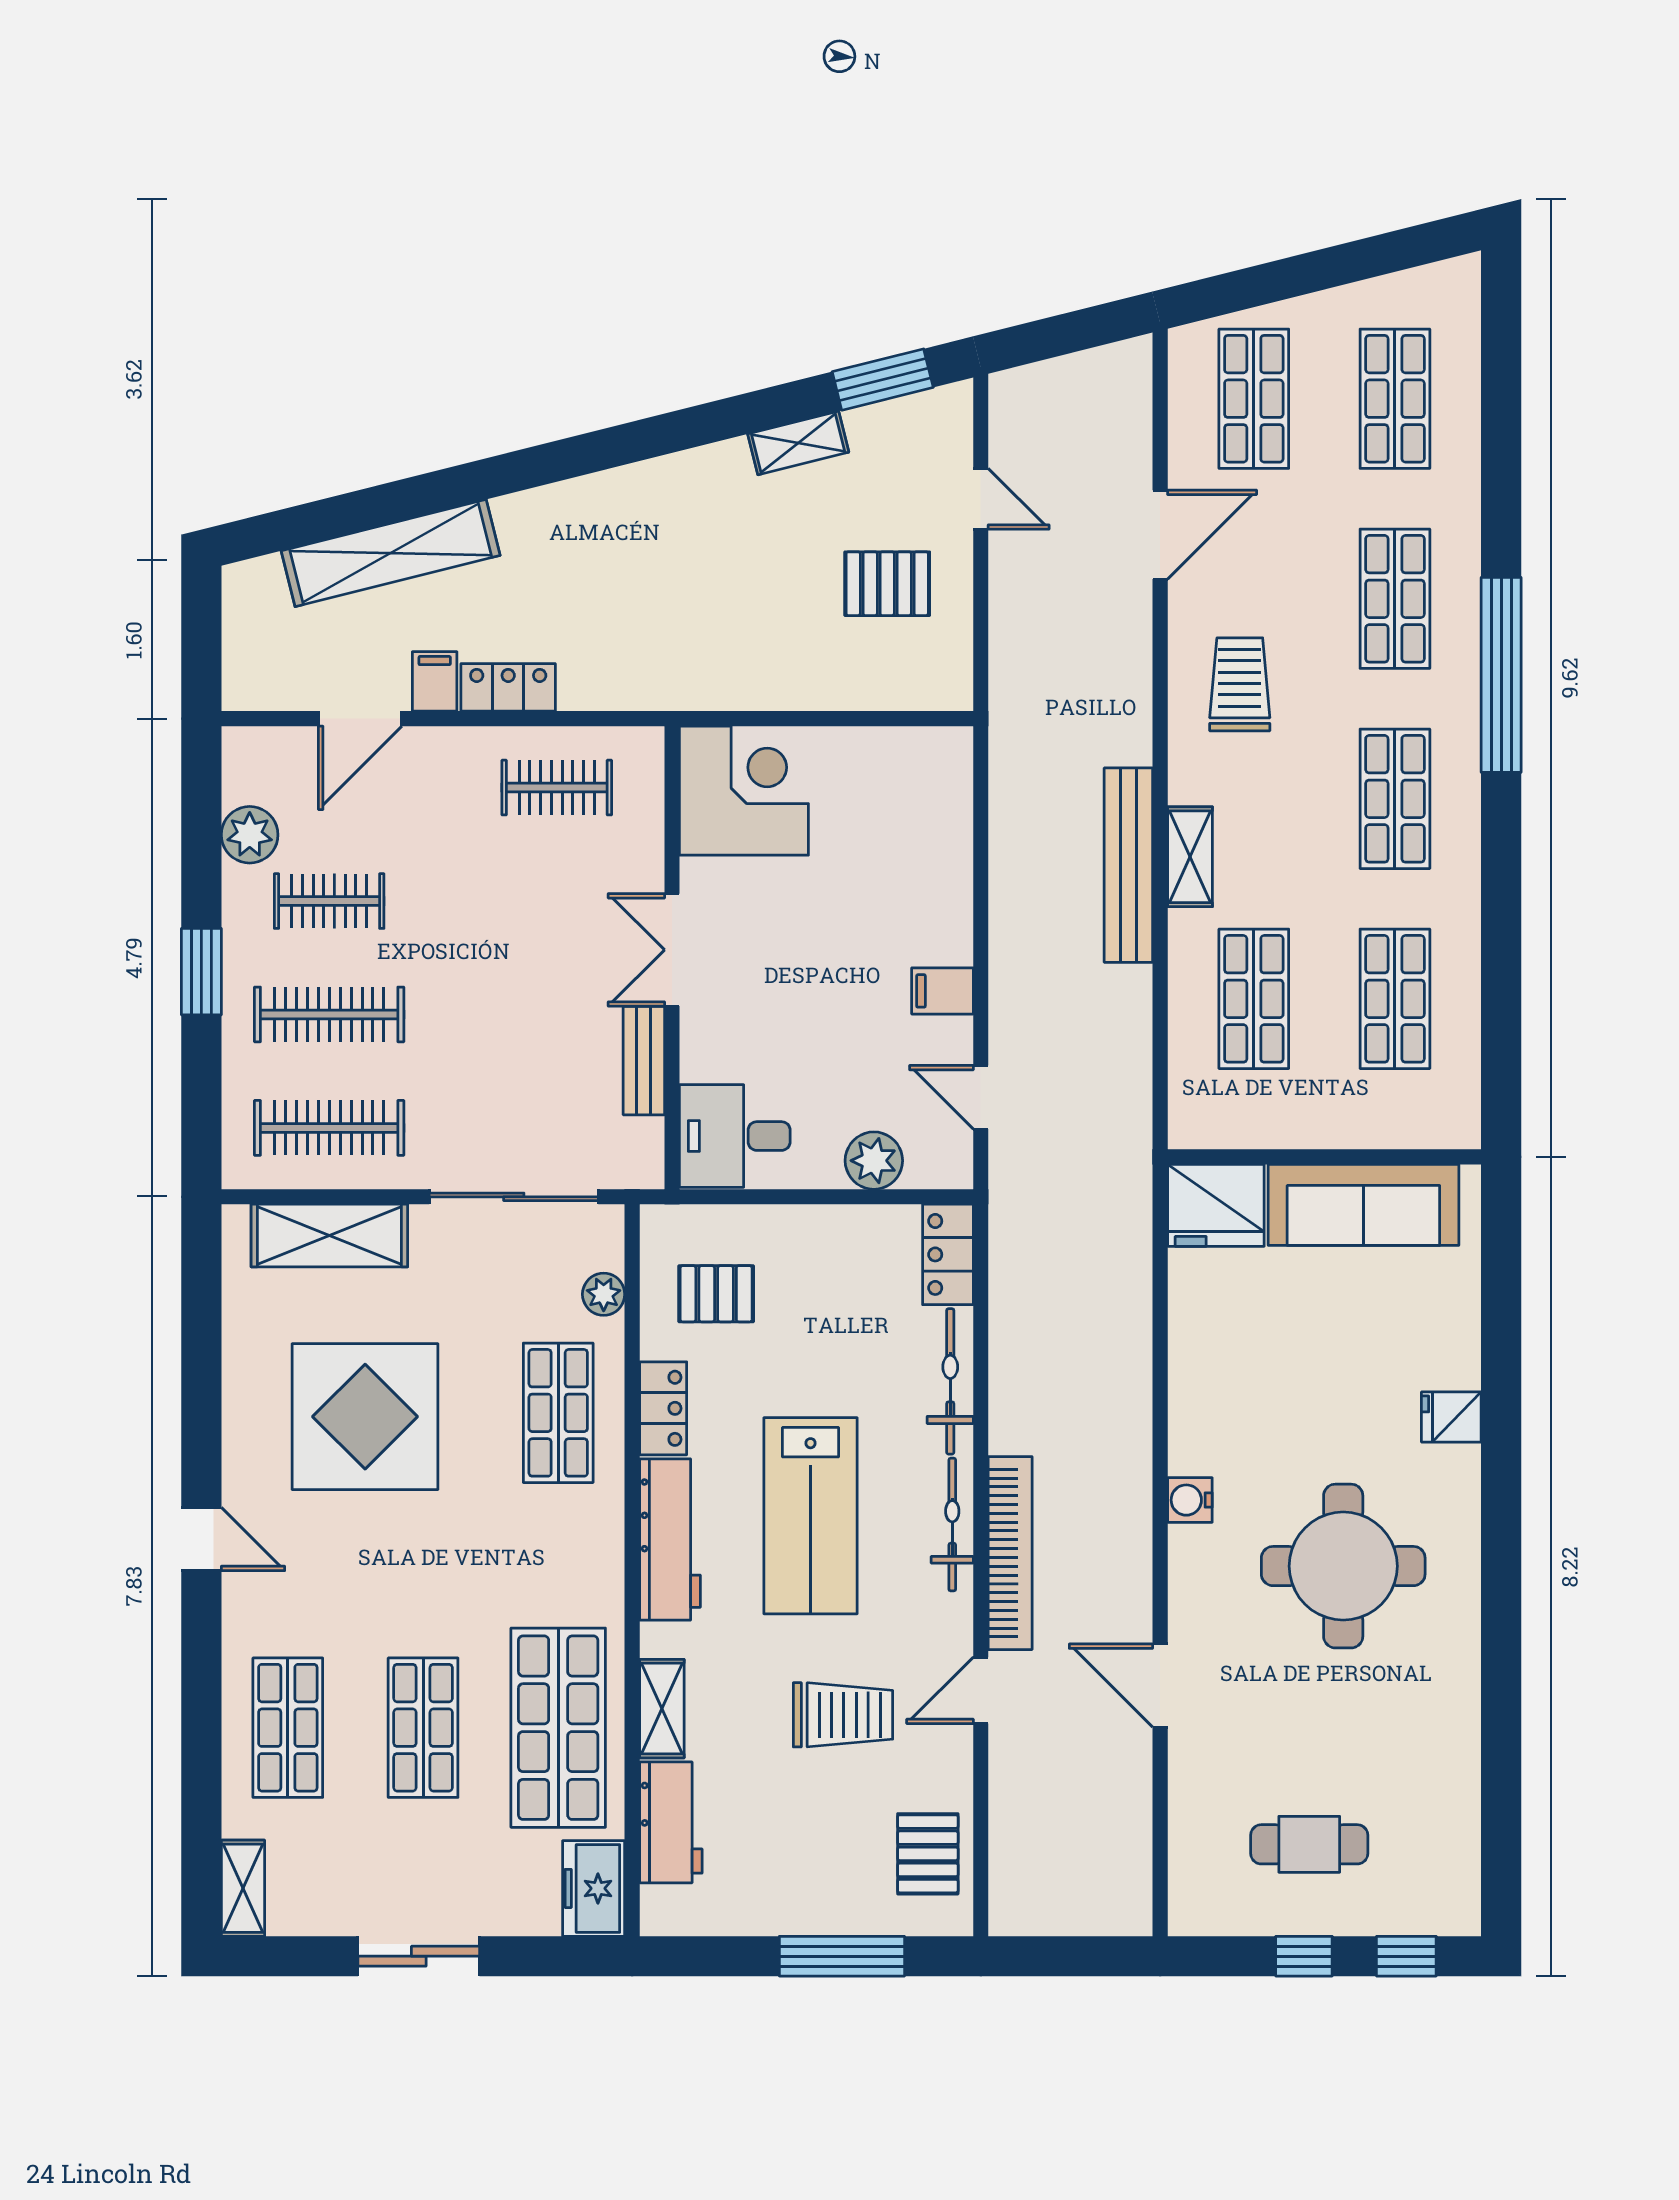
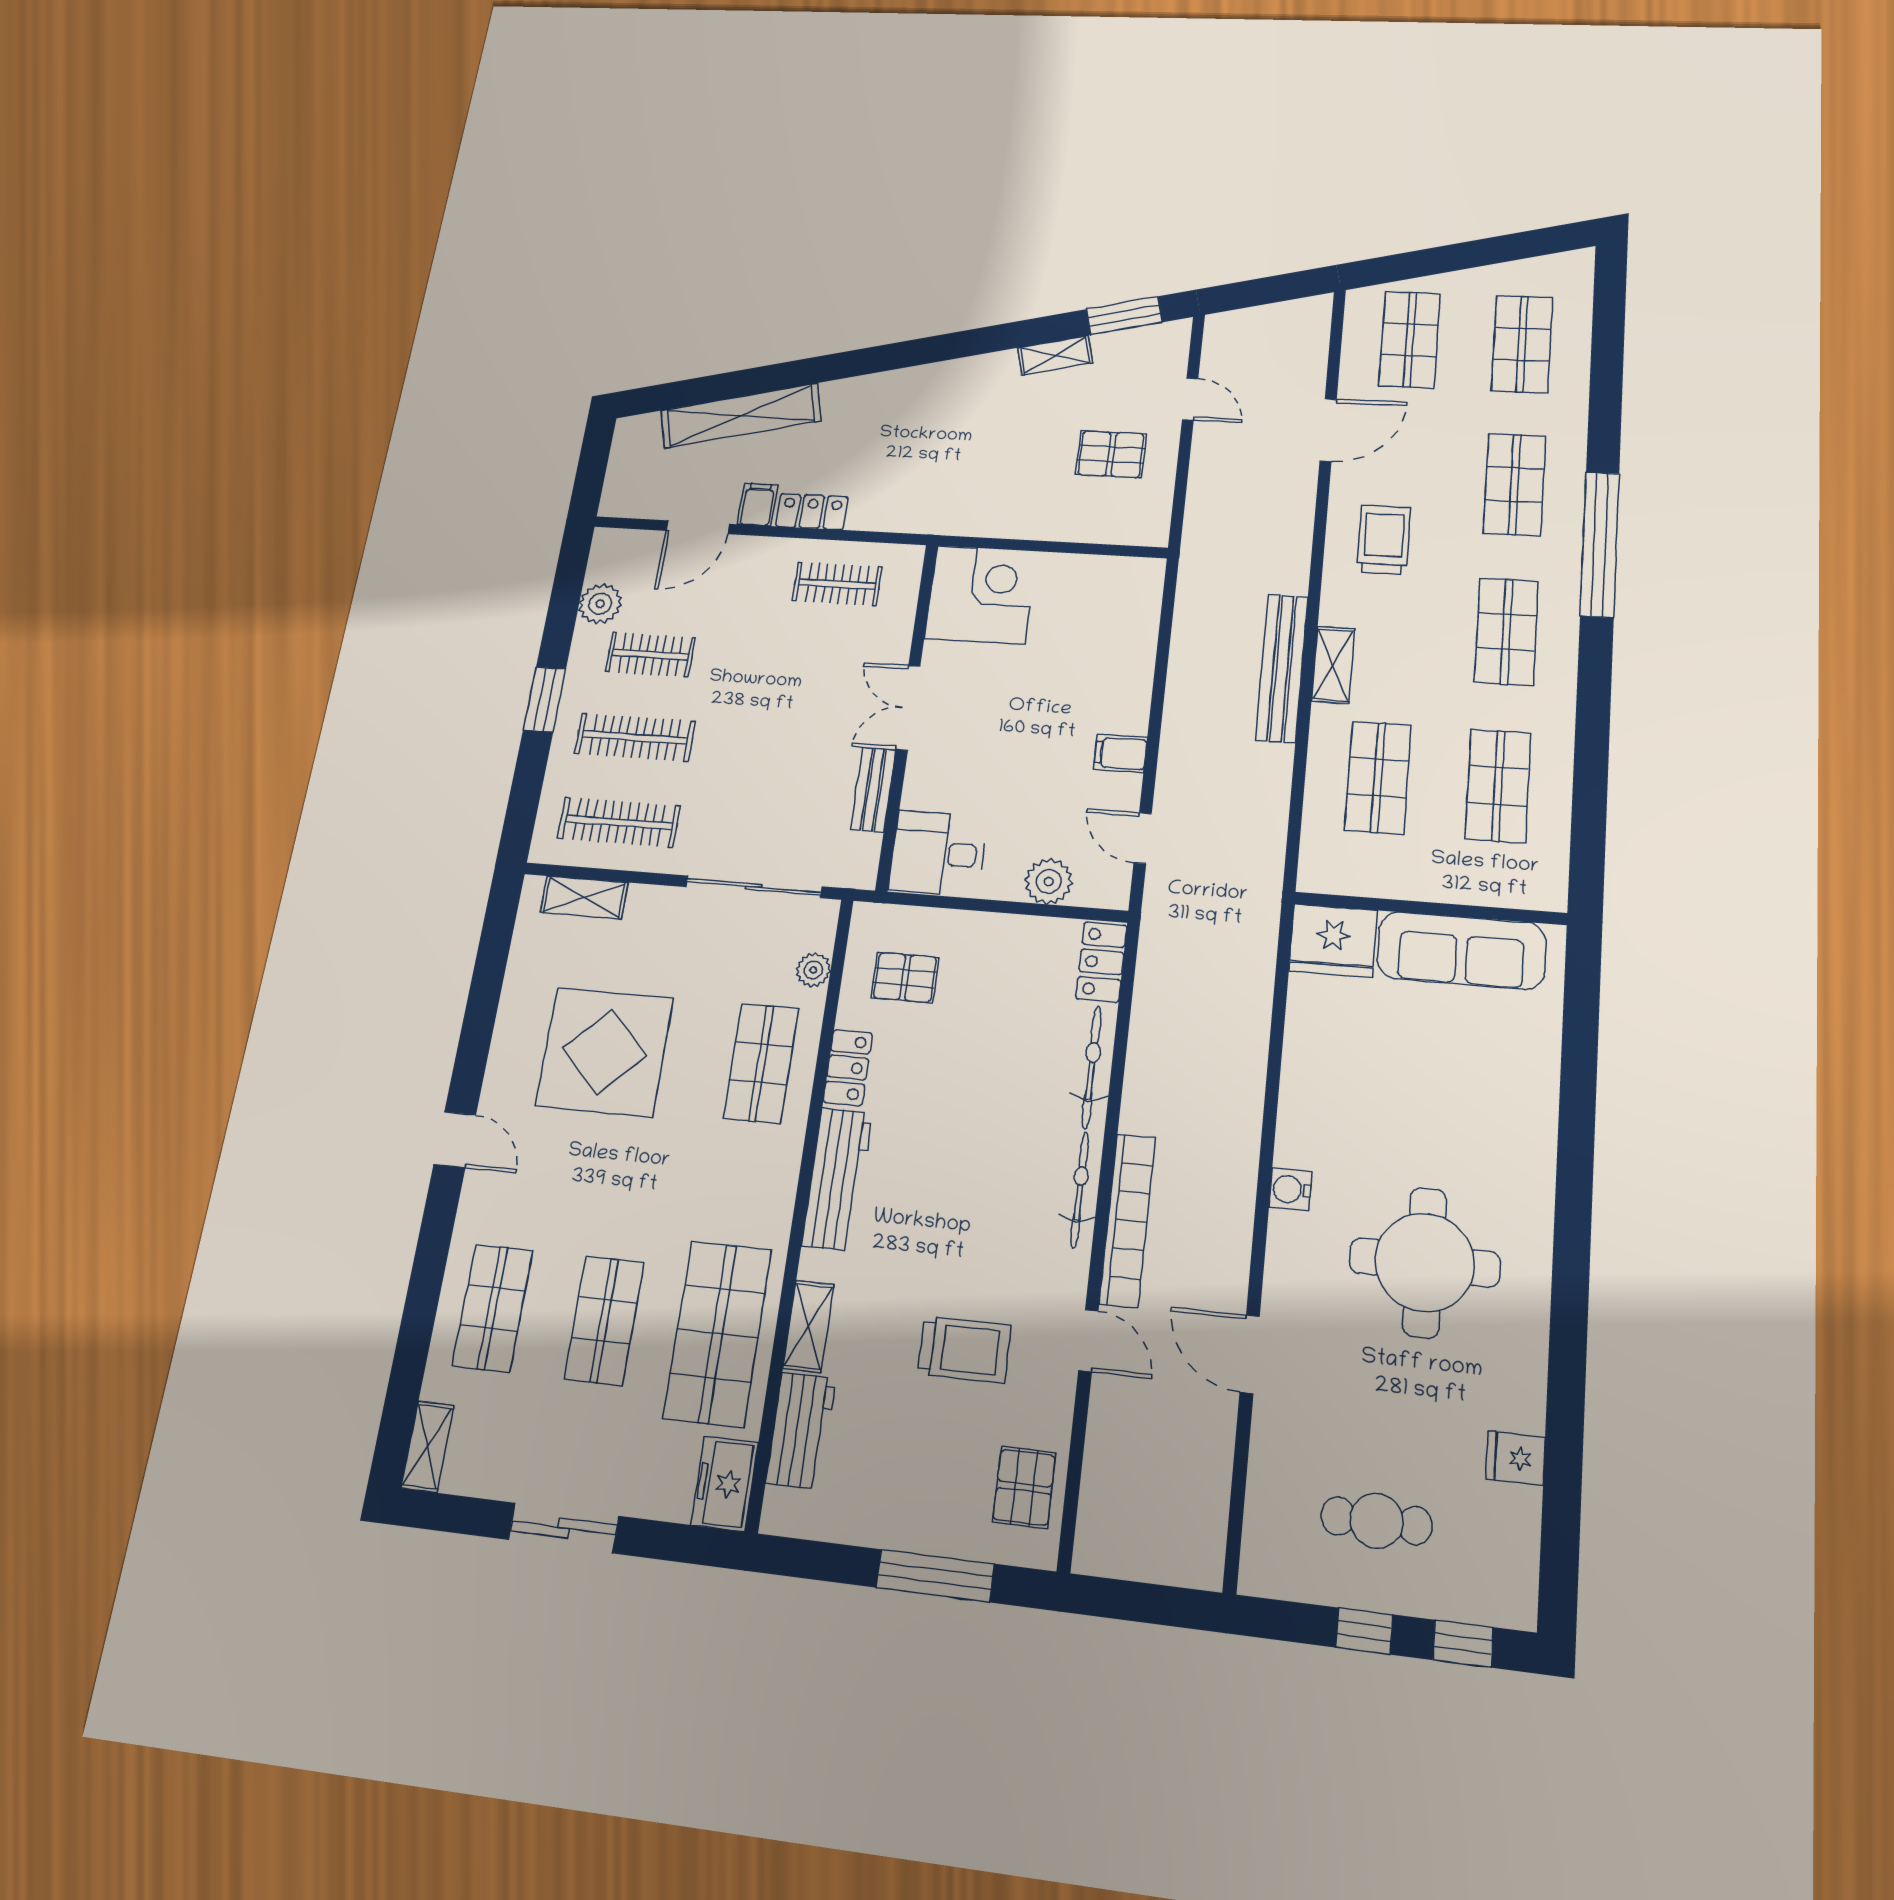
shelving: (329, 1236) -> (584, 897), width x0.67, depth x0.75
fridge: (1451, 1417) -> (1516, 1458), moved
lab bench: (811, 1516) -> (959, 1170), removed
door: (981, 1690) -> (1088, 1341), swing flipped

